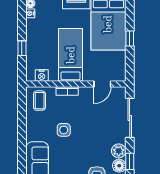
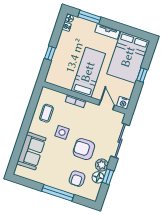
nightstand: (42, 76) -> (123, 103), moved
door: (102, 84) -> (107, 105), swing flipped
coffee table: (40, 101) -> (46, 113), moved
armchair: (94, 140) -> (84, 149), added

